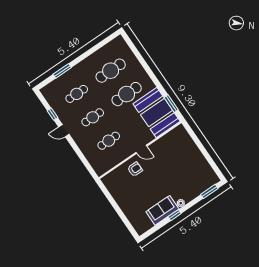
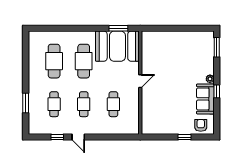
door: (64, 131) -> (78, 137), hinge flipped
armchair: (135, 169) -> (201, 125), moved
window: (121, 214) -> (184, 137), added

